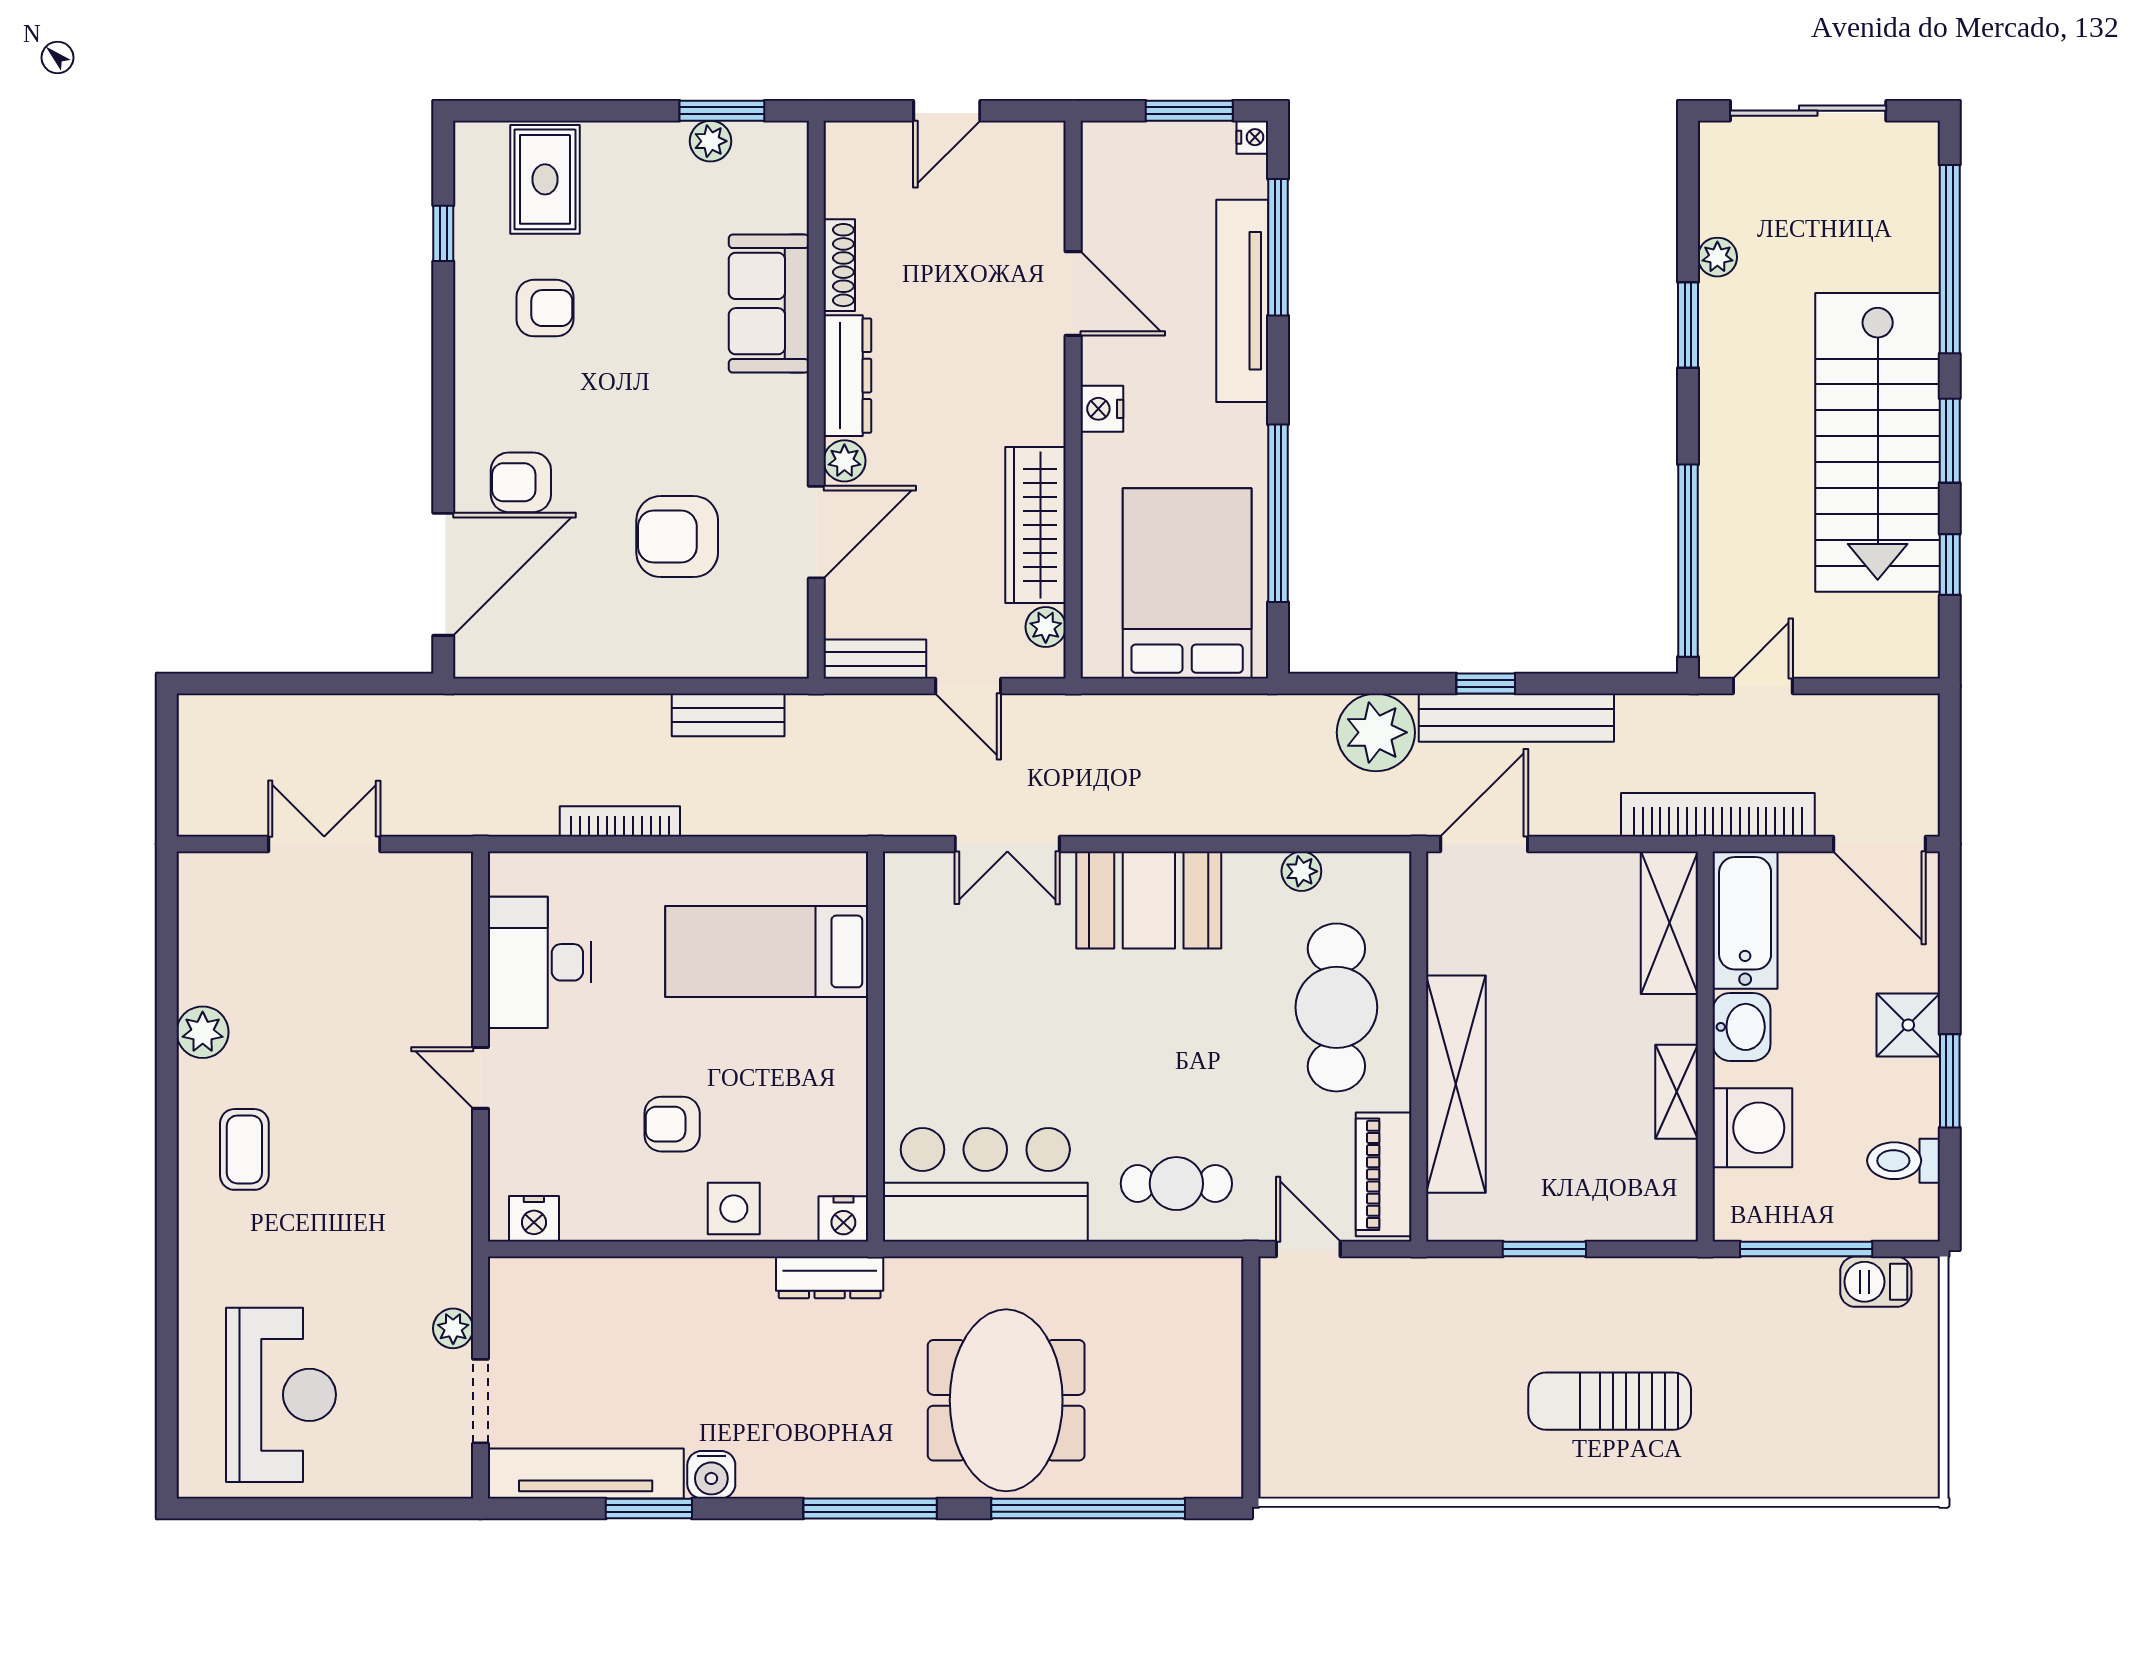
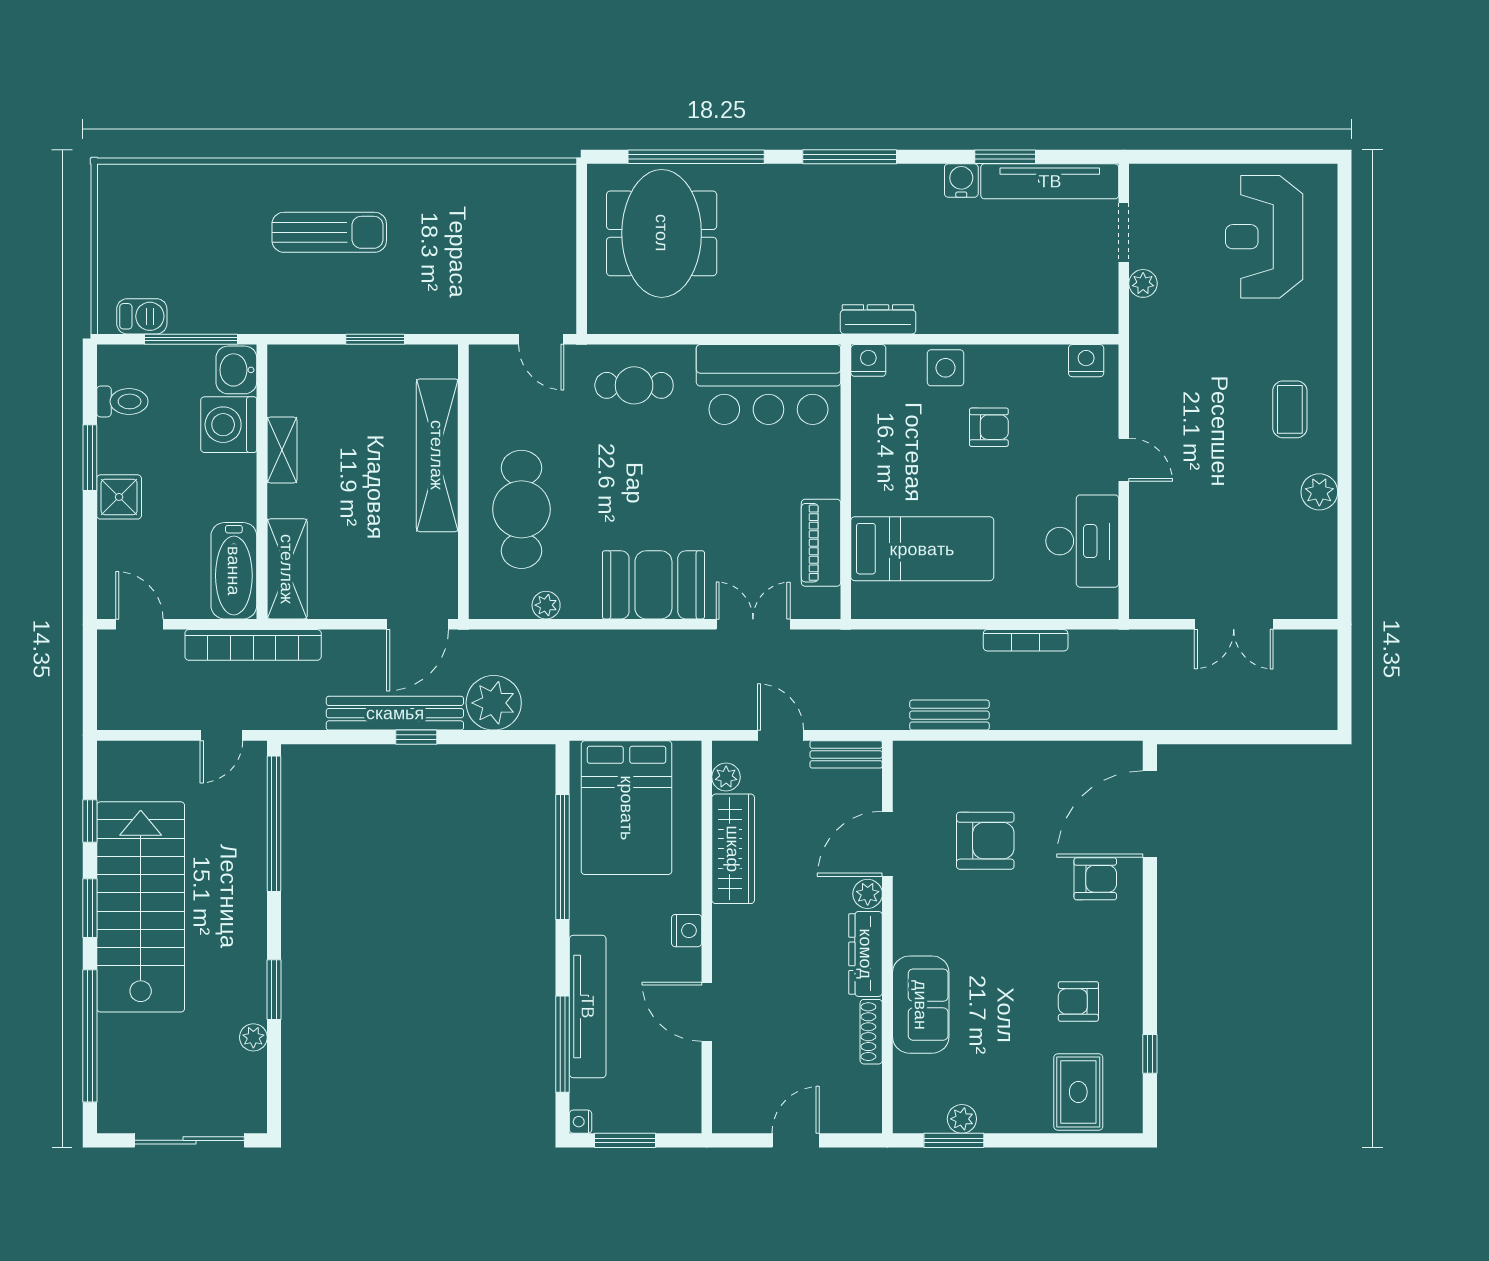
door: (1879, 844) -> (139, 624), width x0.73
washbasin: (1742, 1027) -> (236, 370), moved
piano: (1384, 1174) -> (821, 543), moved, turned 180
meeting table: (1006, 1400) -> (662, 233), moved

